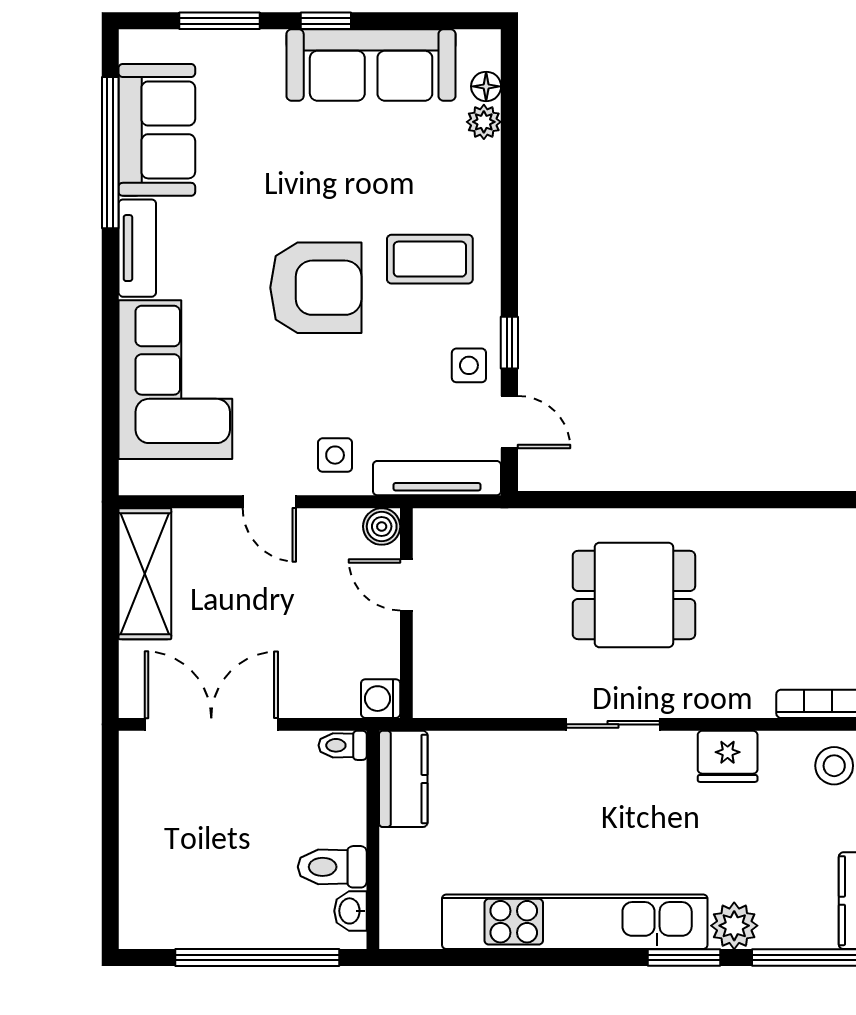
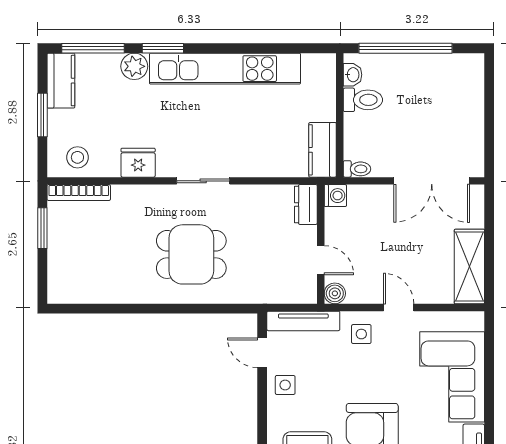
window: (509, 343) -> (262, 398), removed
dresser: (433, 683) -> (306, 204), added

